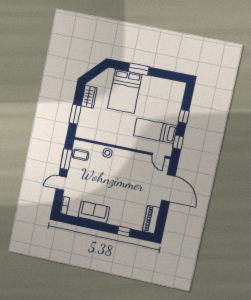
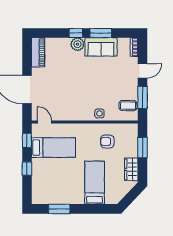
window: (139, 69) -> (59, 209), moved
bed: (125, 91) -> (95, 183), width x0.67
armchair: (106, 126) -> (107, 141), added
plant: (114, 219) -> (77, 44), added
window: (92, 224) -> (101, 33), added
window: (124, 231) -> (76, 33), moved

